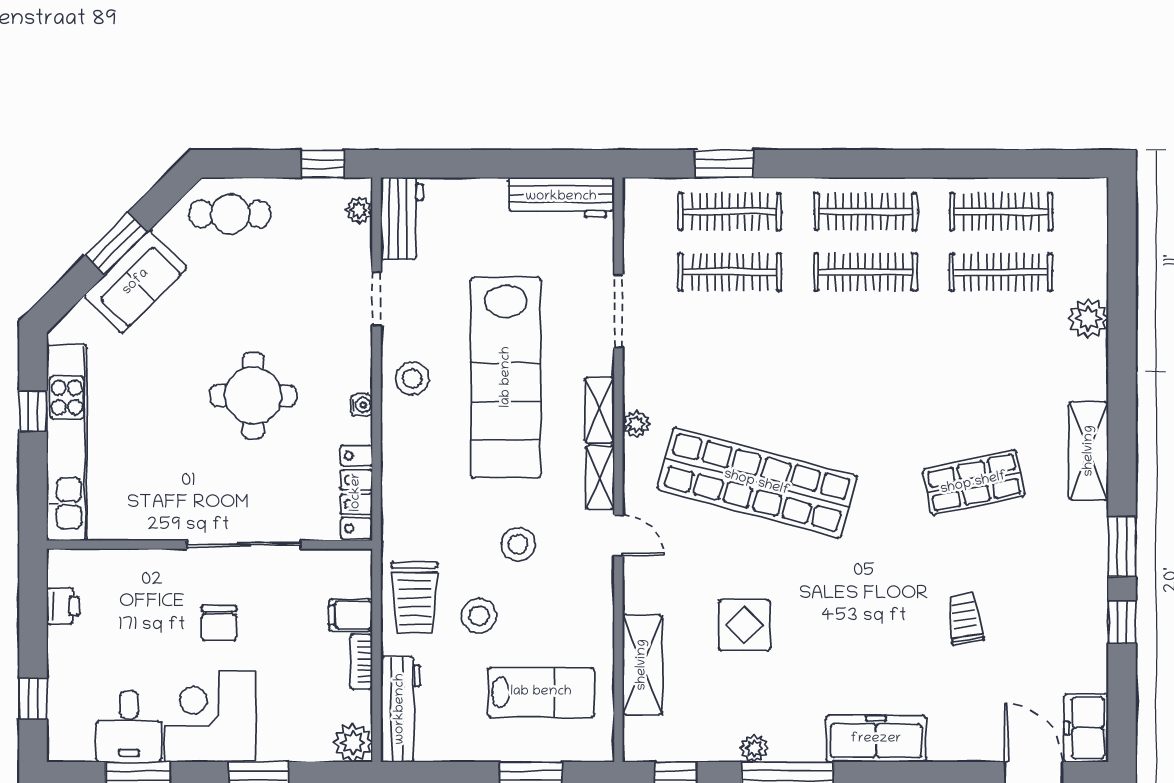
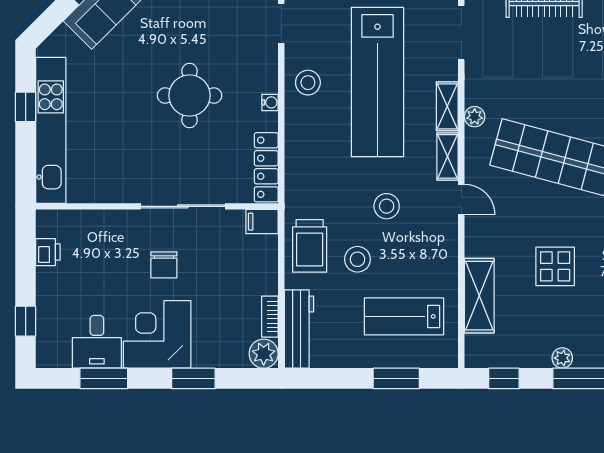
filing cabinet: (351, 615) -> (262, 222), moved
bookcase: (361, 662) -> (270, 317), moved
lab bench: (541, 692) -> (404, 316), turned 180

